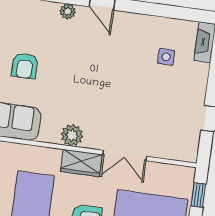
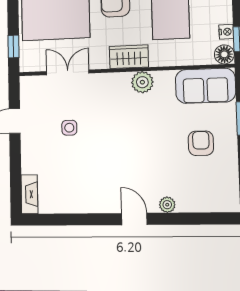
side table: (166, 57) -> (69, 128), moved
double door: (125, 156) -> (68, 72), moved

